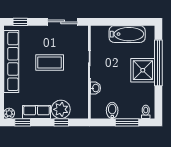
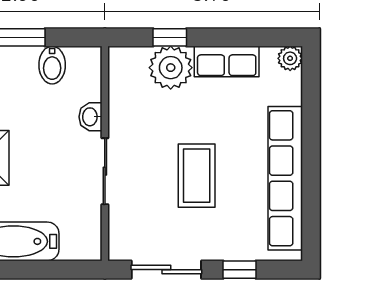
window: (20, 22) -> (240, 270), moved
coffee table: (50, 63) -> (197, 176), turned 90
window: (23, 122) -> (259, 37), removed

